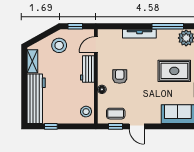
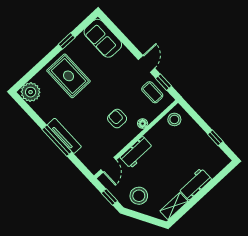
window: (168, 26) -> (57, 141), moved
door: (96, 44) -> (109, 165), hinge flipped
armchair: (120, 76) -> (117, 119), turned 90
workbench: (36, 99) -> (195, 184), width x0.53, depth x0.76

